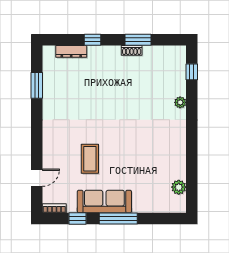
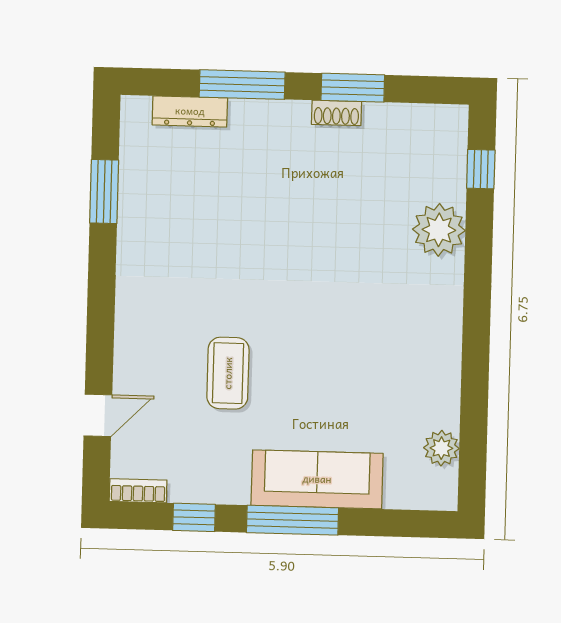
window: (92, 40) -> (242, 85), width x2.17
plant: (180, 102) -> (439, 230), width x1.88, depth x1.88
sofa: (104, 201) -> (317, 479), moved

